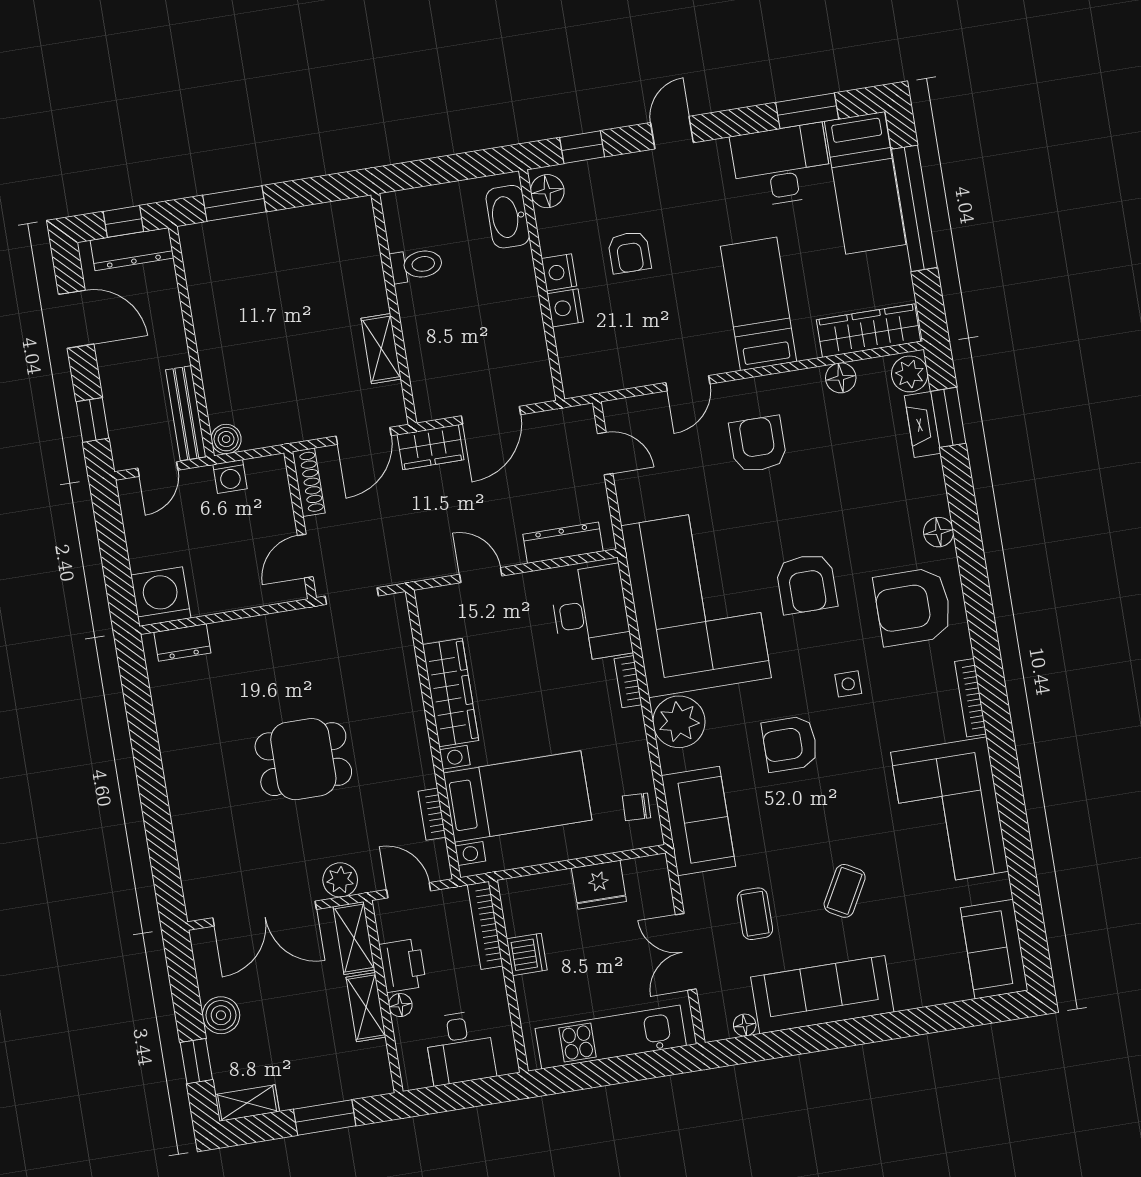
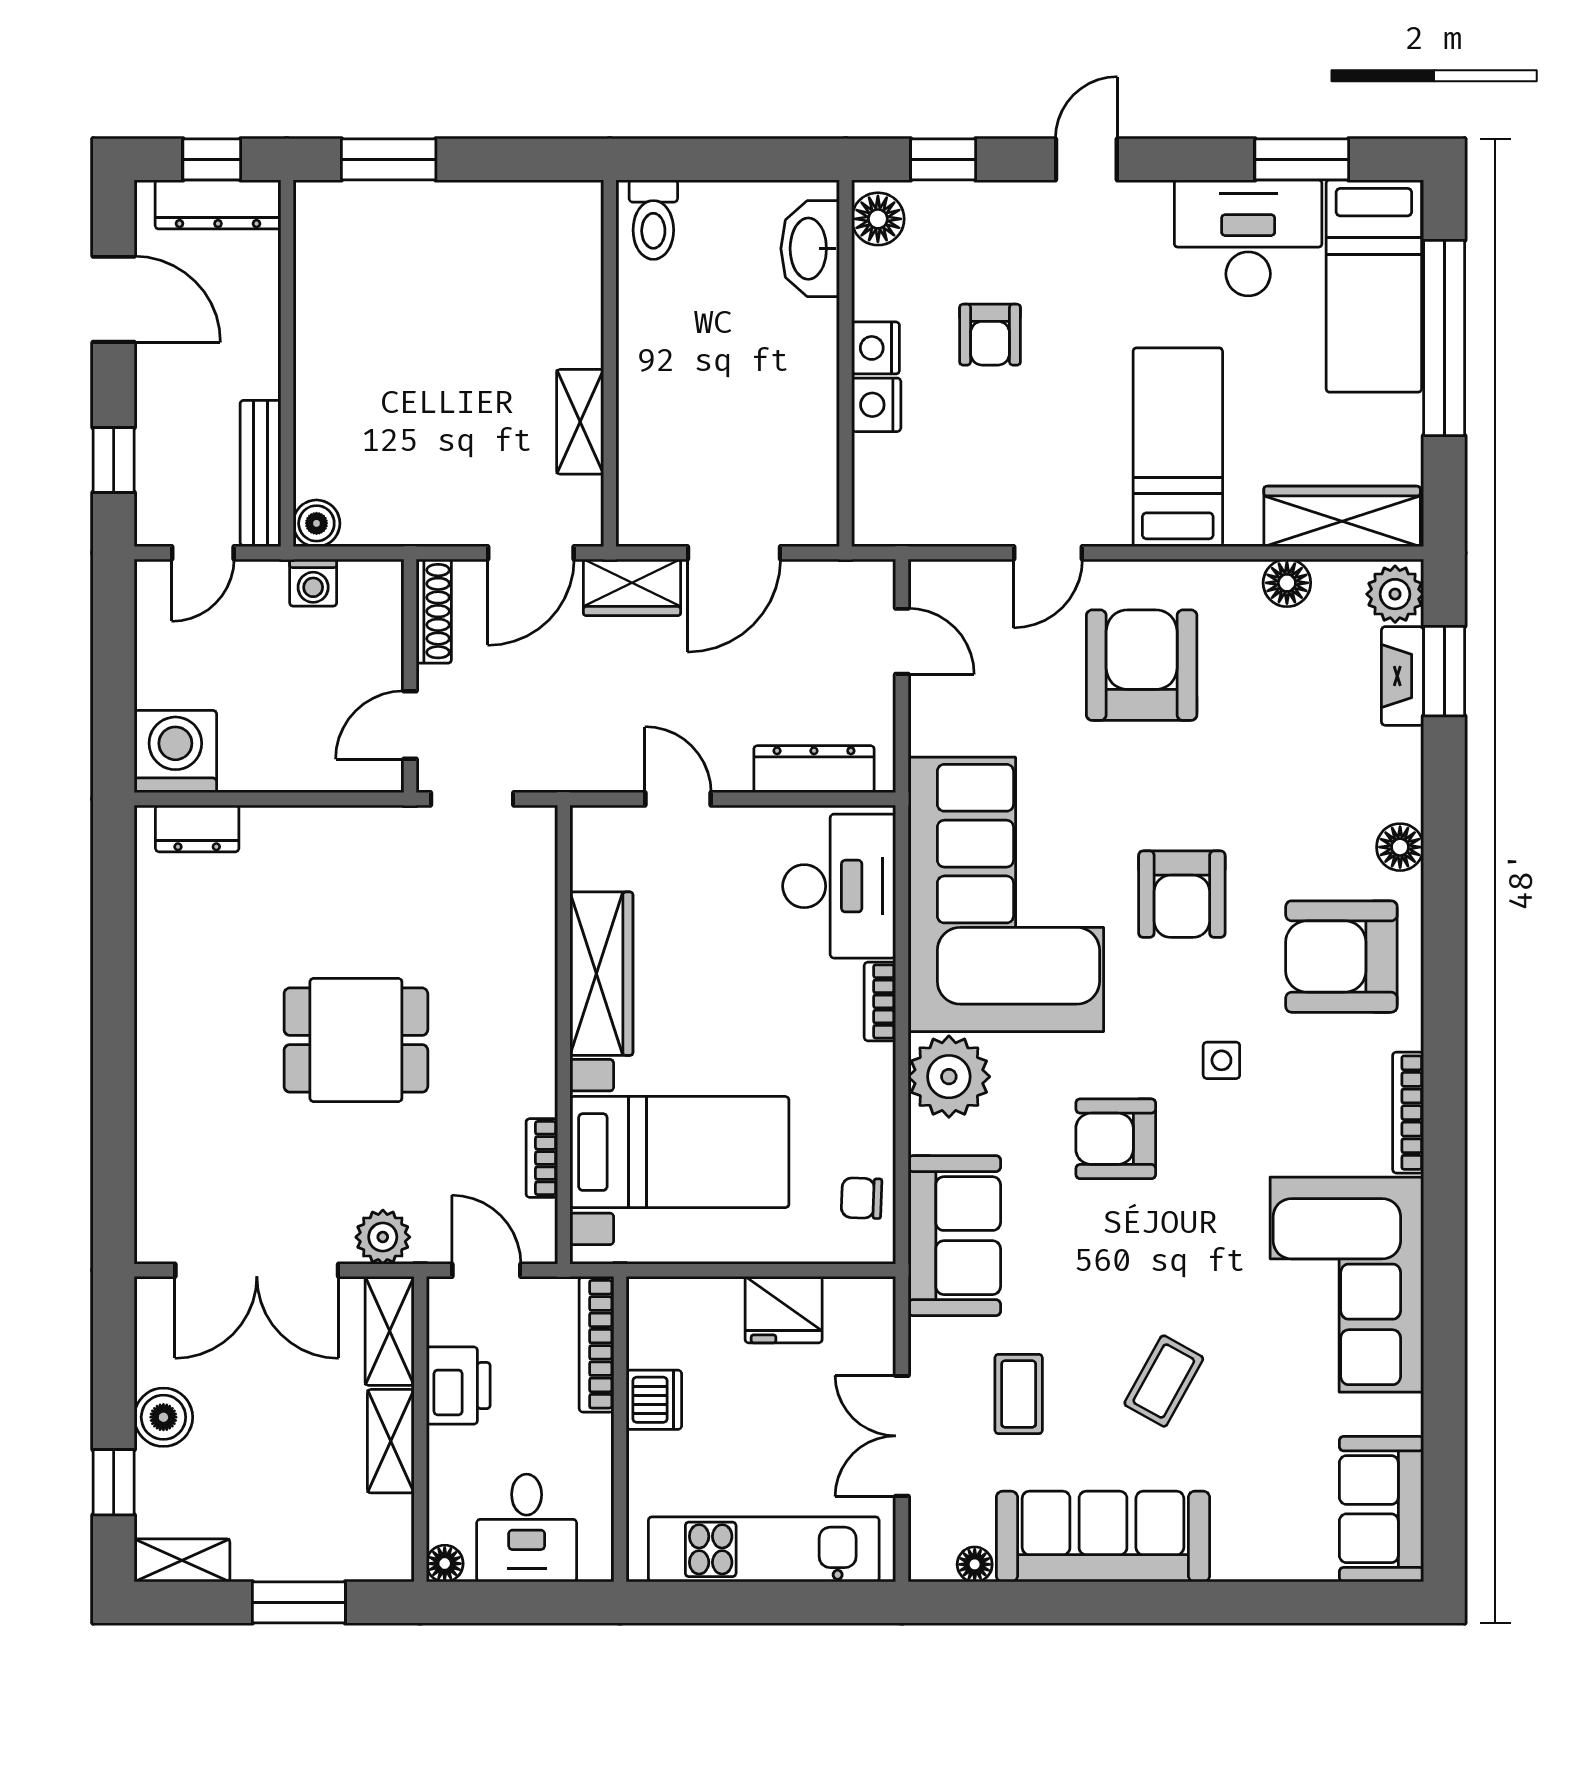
toilet: (416, 265) -> (653, 220), moved, turned 90
armchair: (758, 444) -> (1142, 665), width x1.36, depth x1.36
floor lamp: (400, 1005) -> (445, 1564), moved

